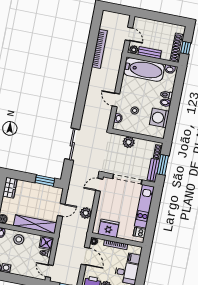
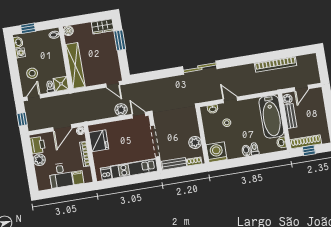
door: (116, 100) -> (230, 100), hinge flipped
washing machine: (159, 118) -> (217, 152), moved
plant: (129, 142) -> (195, 142), moved
sliding door: (72, 144) -> (200, 68), moved
window: (163, 165) -> (183, 171), removed
window: (45, 181) -> (120, 40), moved
door: (61, 210) -> (113, 84), moved
plant: (86, 213) -> (121, 110), moved
stool: (19, 239) -> (32, 73), moved

